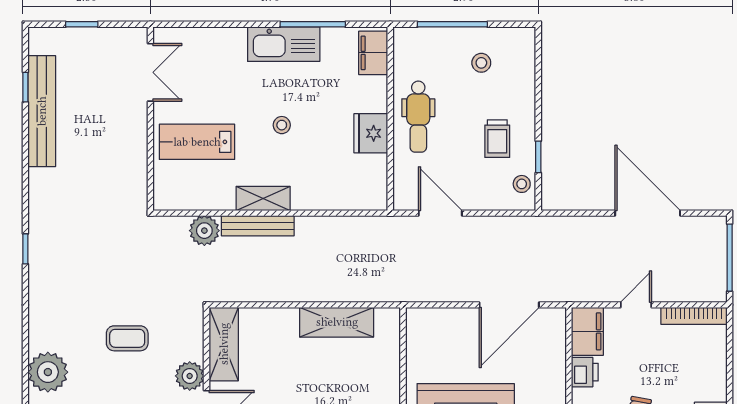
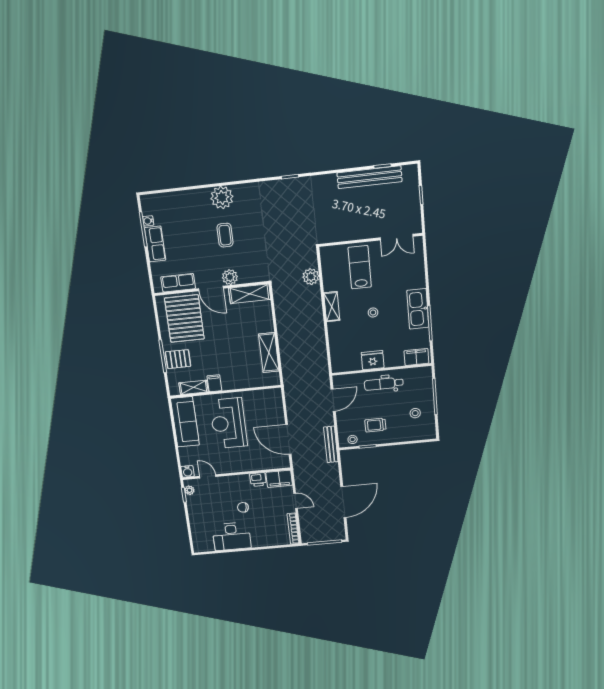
bench: (258, 226) -> (331, 444), moved
coffee table: (127, 338) -> (225, 235), moved

